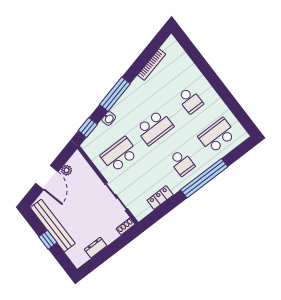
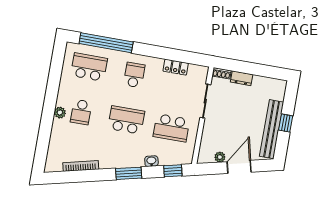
plant: (204, 85) -> (60, 113), added
window: (115, 94) -> (129, 173), width x0.69
school desk: (190, 100) -> (81, 112), turned 180
school desk: (217, 136) -> (89, 67), turned 180
window: (204, 178) -> (106, 43), moved
dresser: (96, 248) -> (242, 78), moved

